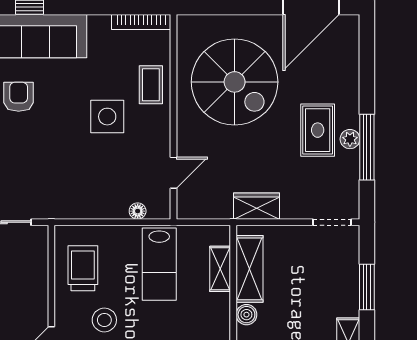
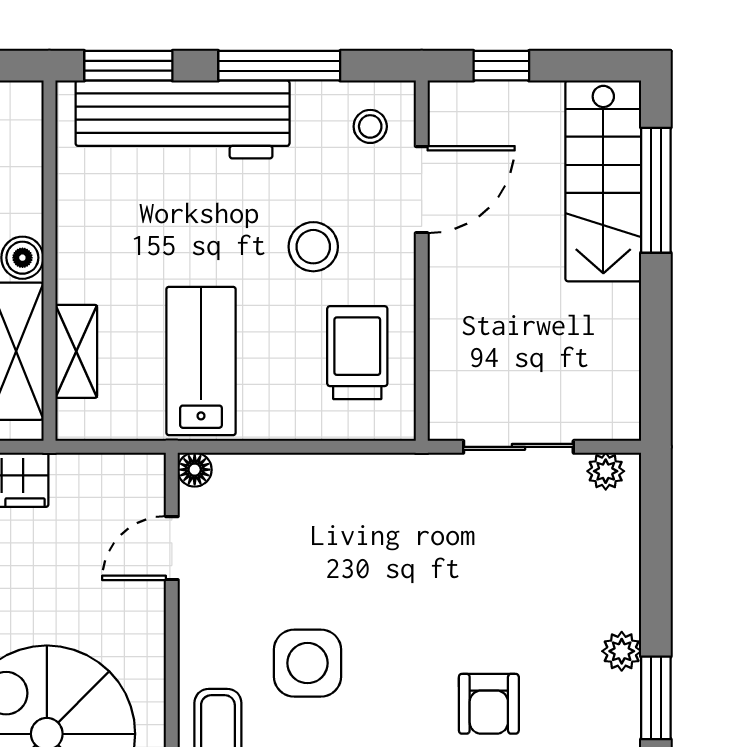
floor lamp: (138, 211) -> (195, 470), moved
trolley: (83, 268) -> (357, 353), turned 180

